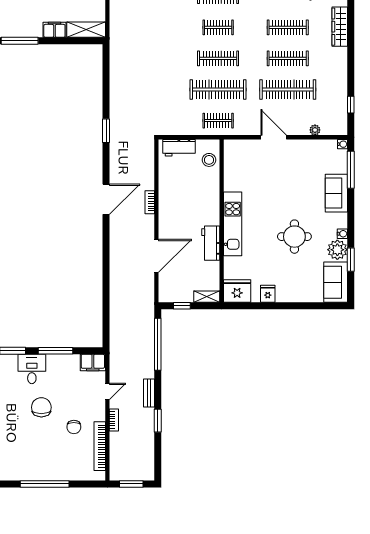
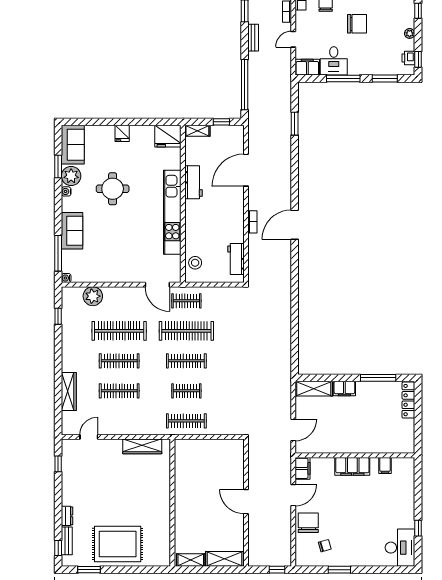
plant: (315, 130) -> (93, 296), width x1.87, depth x1.87
window: (106, 131) -> (295, 124), moved
door: (274, 137) -> (157, 285), moved
workbench: (179, 148) -> (236, 259), moved, turned -90
kitchen unit: (233, 224) -> (172, 212), width x1.36
fridge: (268, 294) -> (122, 133), moved
desk: (32, 369) -> (334, 61), moved
chair: (41, 407) -> (357, 24), turned -90

